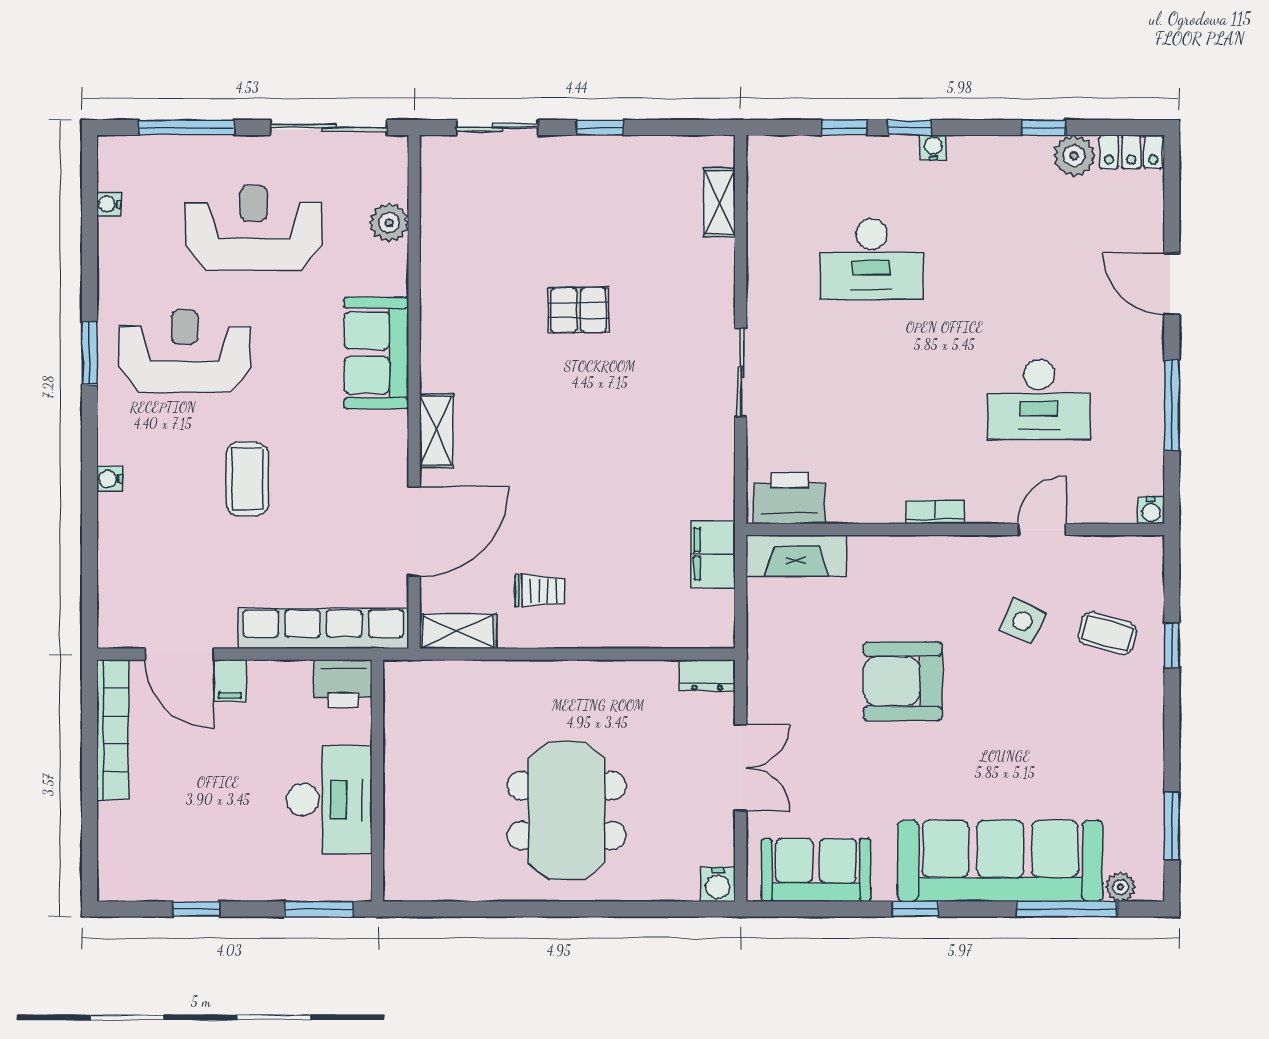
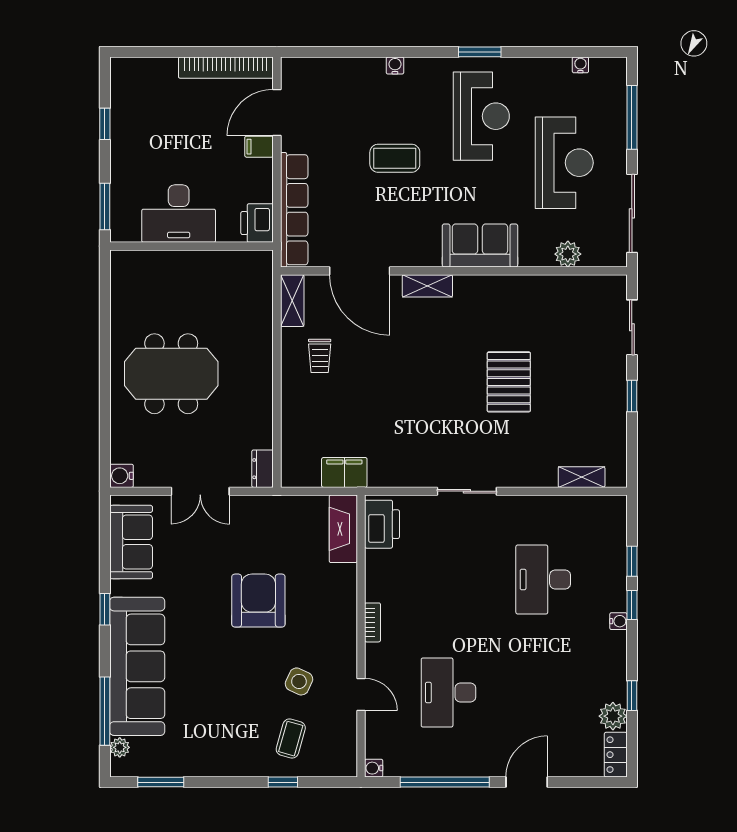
pallet: (579, 310) -> (509, 382), width x1.50, depth x1.42
window: (1172, 405) -> (445, 782), width x1.46

